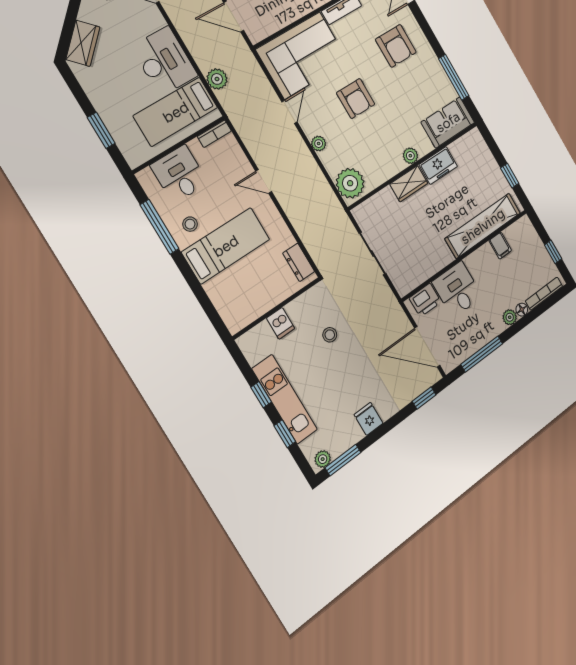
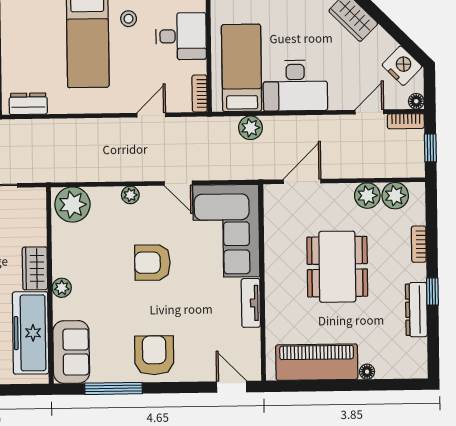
armchair: (396, 46) -> (154, 355), moved, turned 90
freezer: (438, 165) -> (31, 333), width x1.91, depth x1.26
door: (264, 181) -> (151, 115), moved

